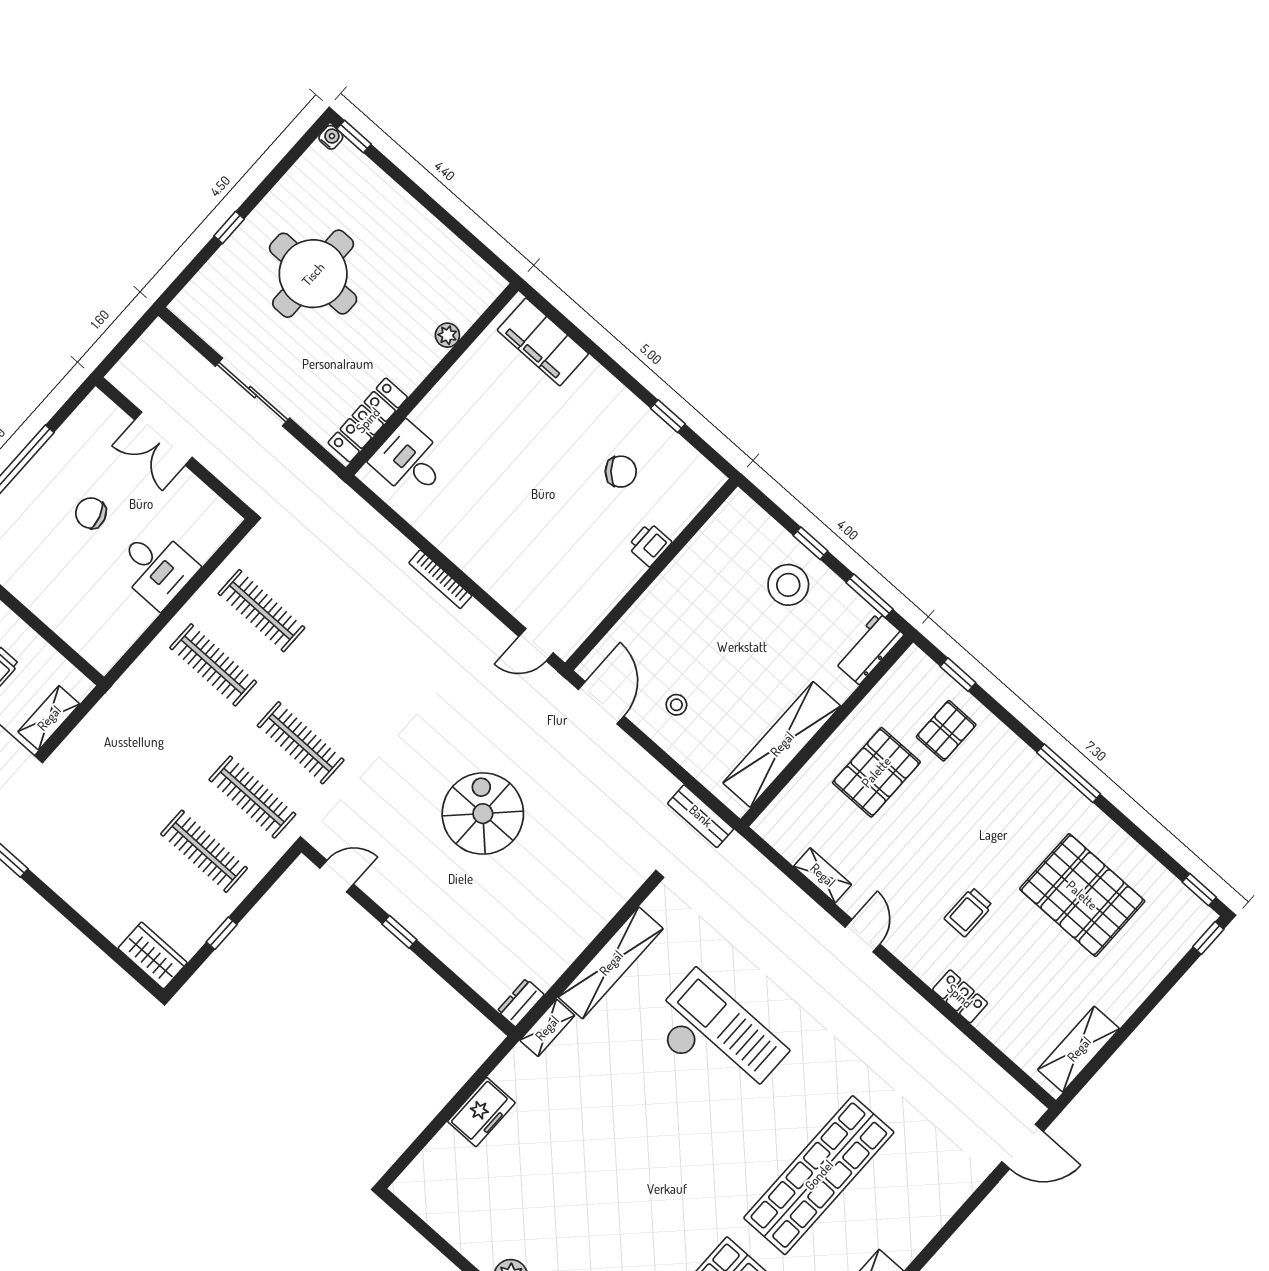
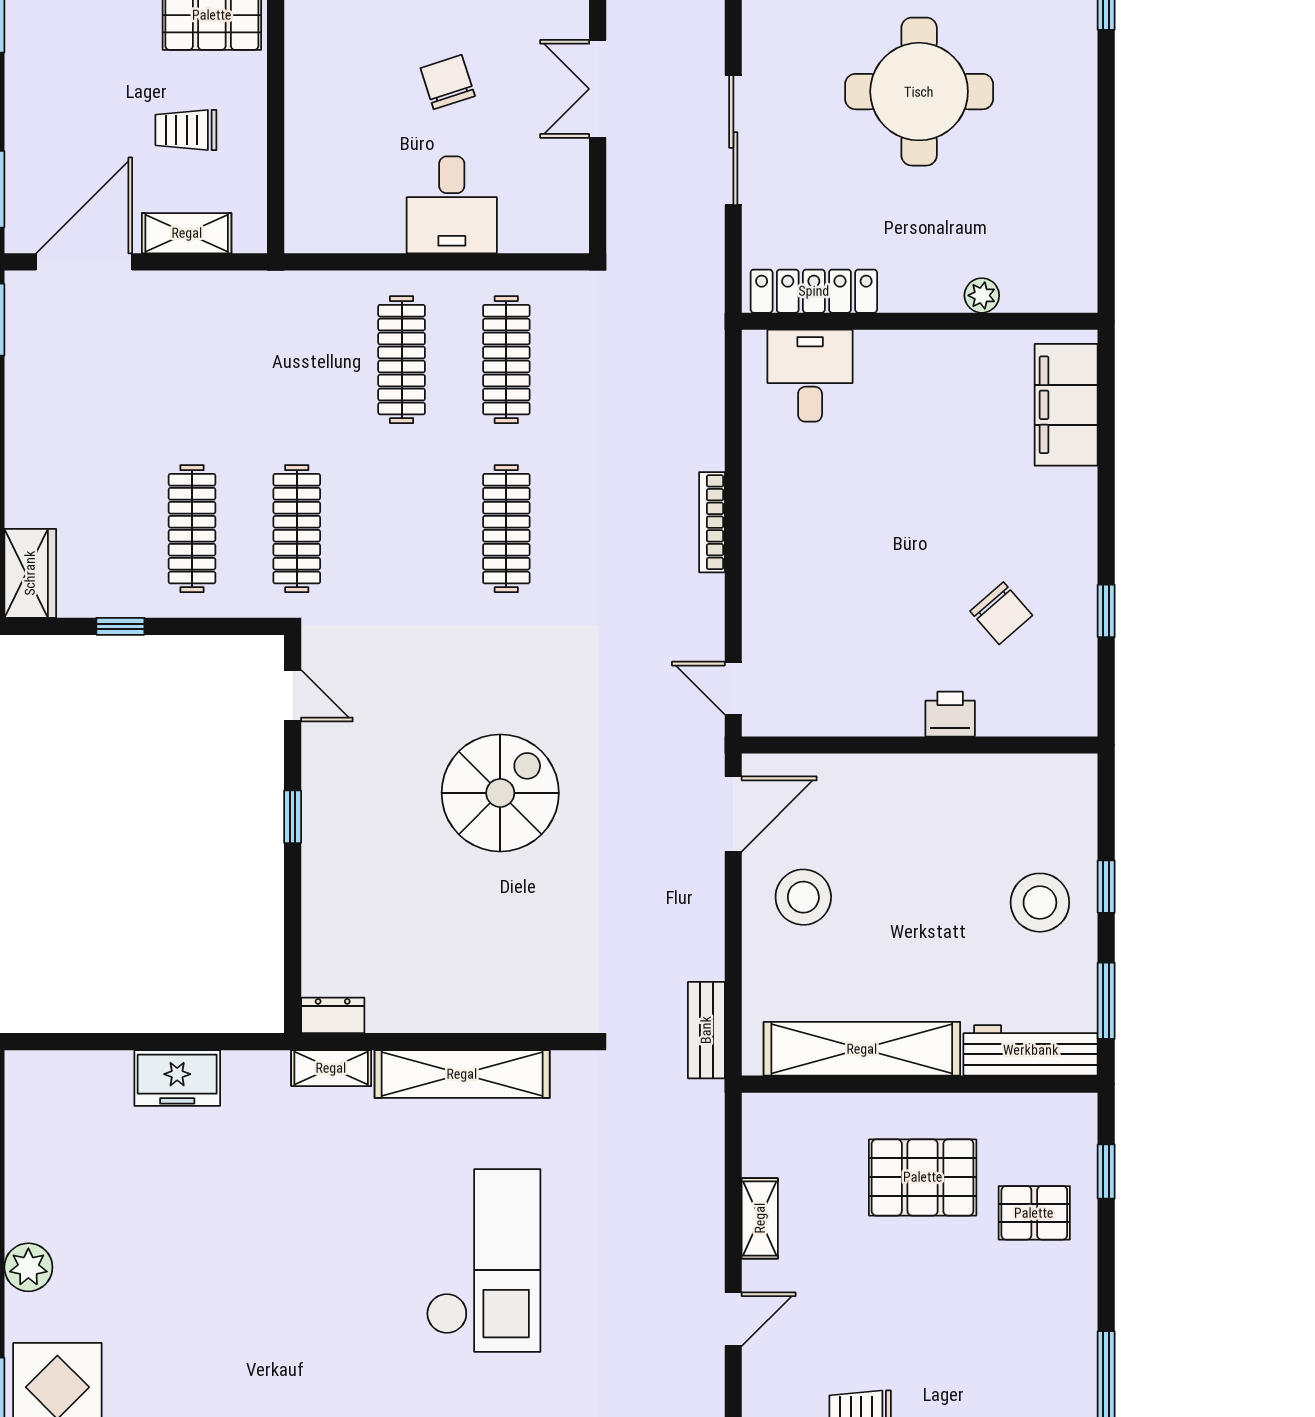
workbench: (869, 648) -> (1031, 1050), width x1.38
stool: (676, 705) -> (803, 897), width x1.89, depth x1.89
clothes rail: (301, 743) -> (506, 529), moved

